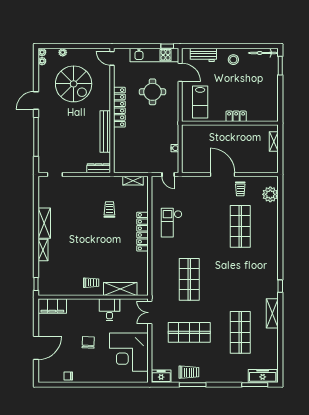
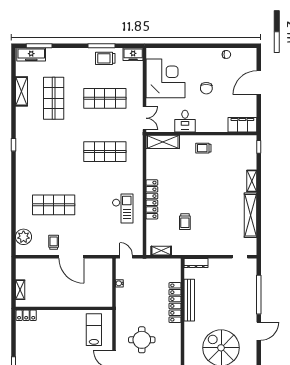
locker: (119, 107) -> (175, 303), moved
locker: (236, 116) -> (26, 315), moved
shelving: (44, 223) -> (250, 215), width x1.47
shop shelf: (240, 226) -> (54, 205), turned 90
shop shelf: (189, 279) -> (105, 152), turned 90
shelving: (120, 289) -> (163, 142), moved
shelving: (272, 313) -> (22, 91), moved

